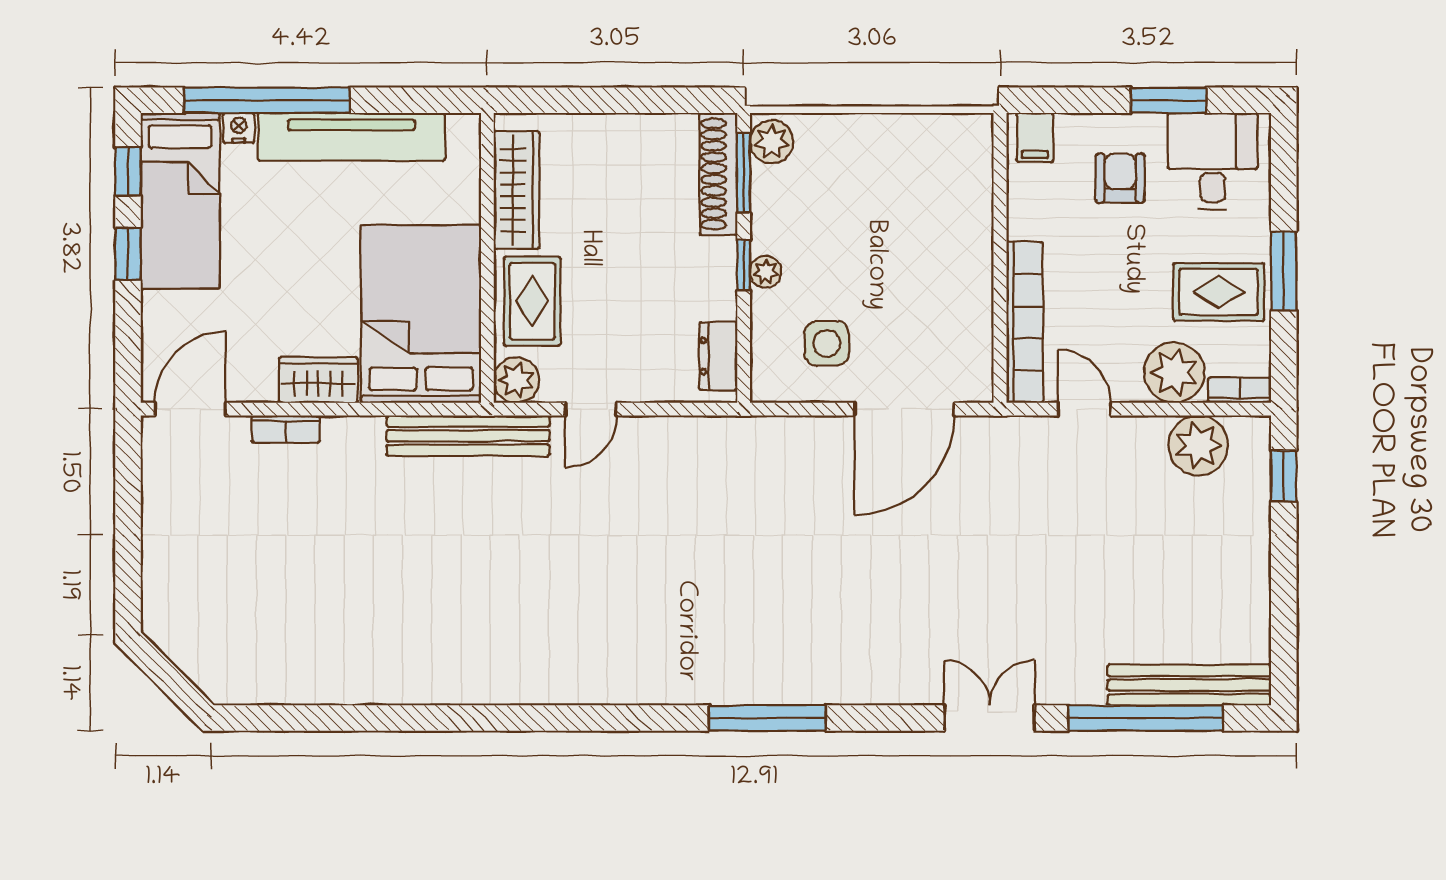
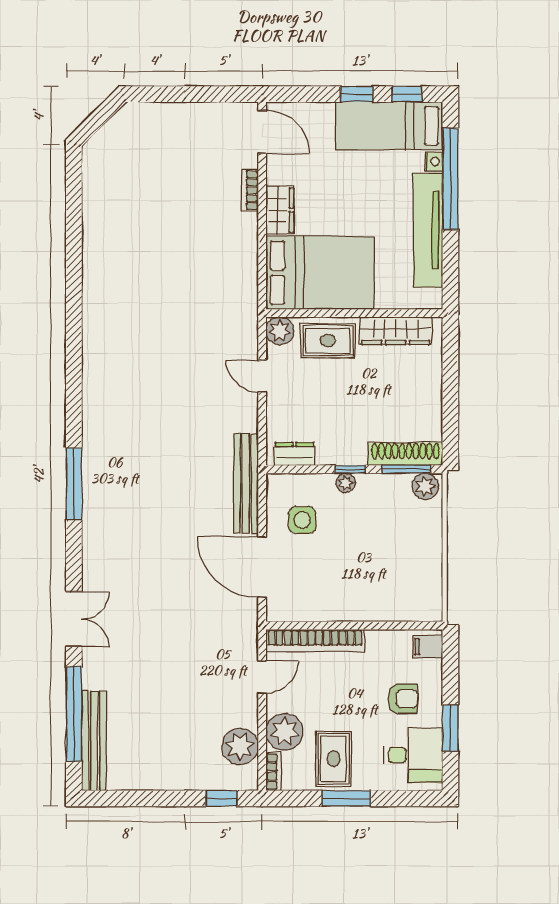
bench: (468, 436) -> (246, 483), moved

